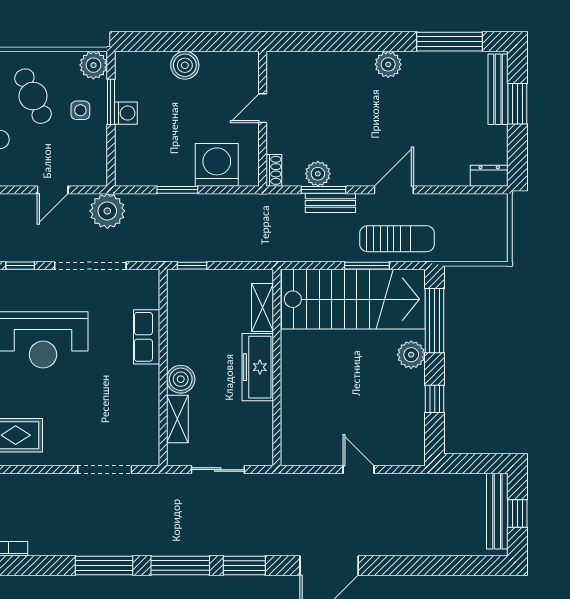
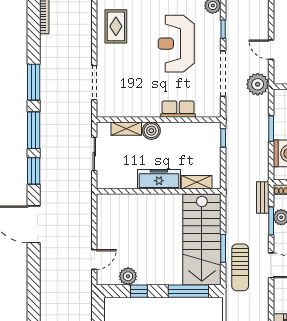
bench: (330, 203) -> (263, 197), moved
plant: (411, 355) -> (128, 276), moved
door: (359, 470) -> (94, 259), moved

